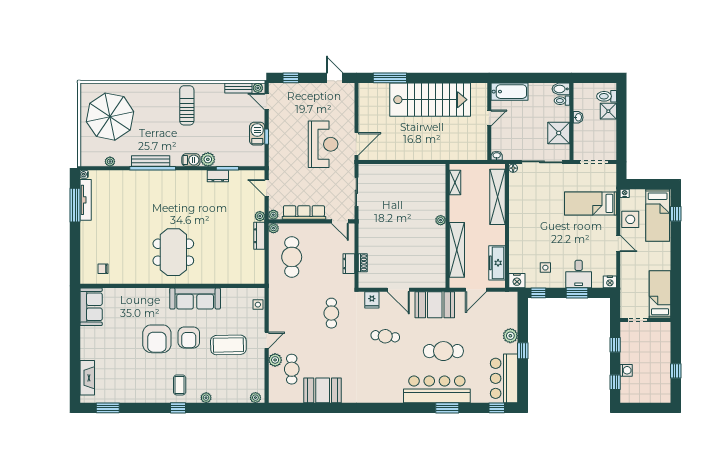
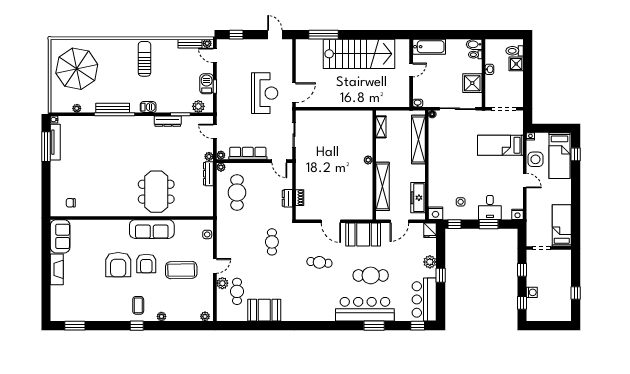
plant: (208, 159) -> (198, 106), moved
dresser: (218, 176) -> (168, 121), width x1.44
meeting table: (173, 252) -> (156, 192), moved
fridge: (372, 300) -> (430, 230), moved
fireplace: (87, 378) -> (57, 269), moved

